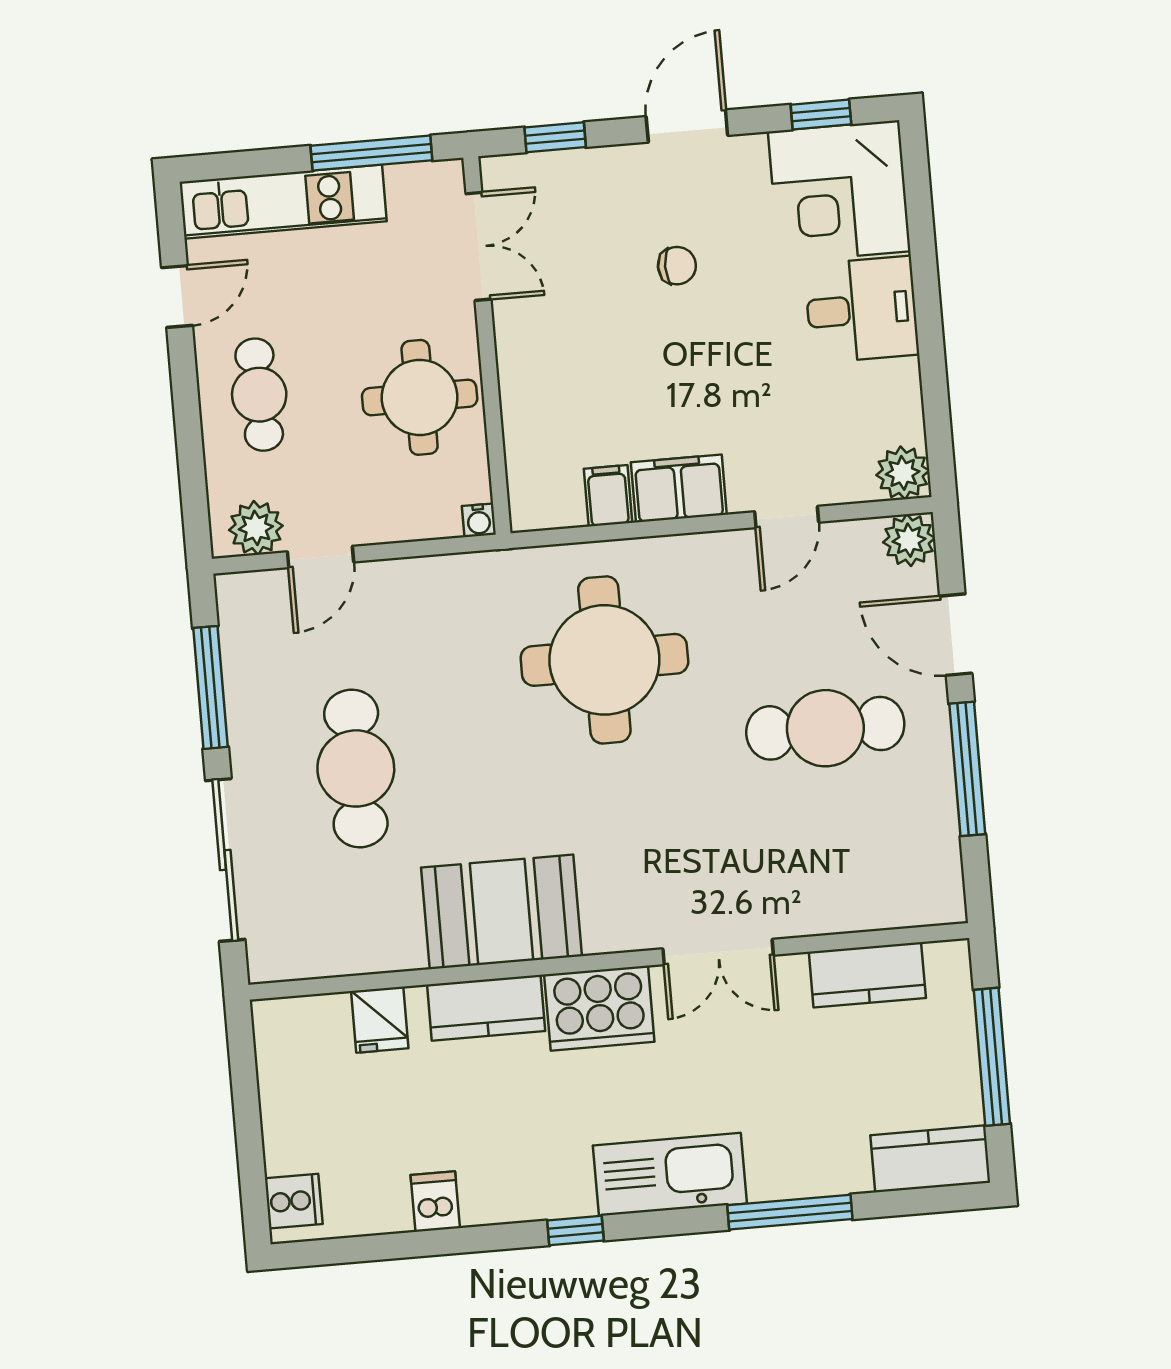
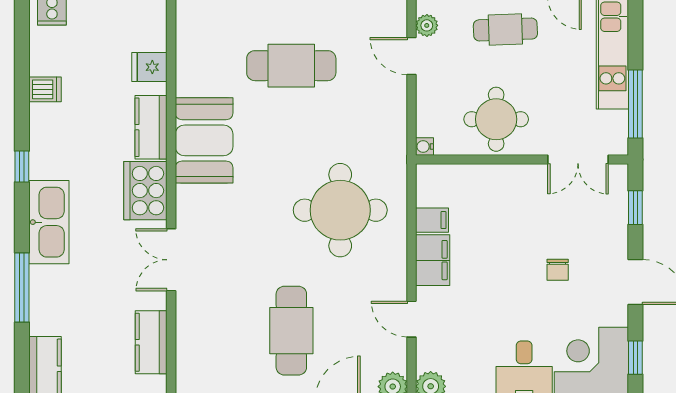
plant: (256, 528) -> (427, 25), width x0.73, depth x0.73

